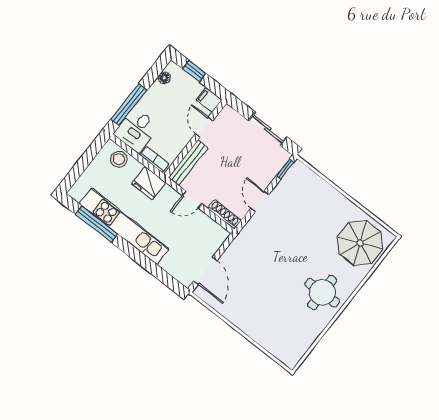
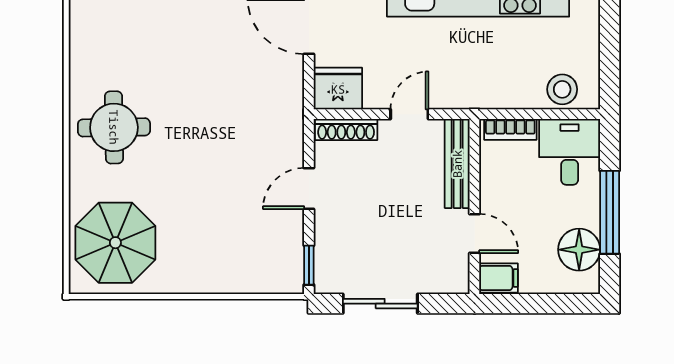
window: (194, 71) -> (553, 304), removed
floor lamp: (164, 78) -> (579, 250), width x1.89, depth x1.89
window: (129, 105) -> (610, 212), moved
fridge: (149, 183) -> (338, 89), moved
door: (260, 202) -> (309, 188), swing flipped

